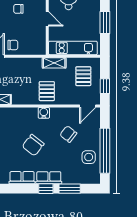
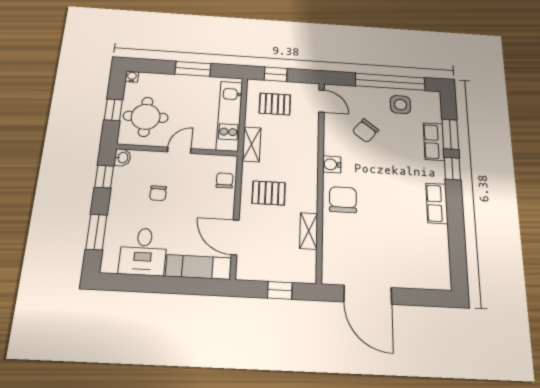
chair: (13, 45) -> (225, 180), moved
window: (105, 86) -> (276, 74), moved
pallet: (47, 91) -> (269, 193), moved
chair: (33, 145) -> (343, 200), moved, turned -128
row of seats: (49, 178) -> (434, 142), moved

